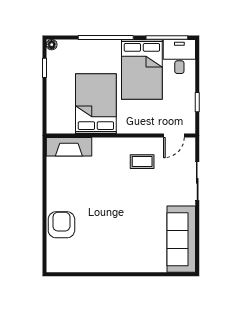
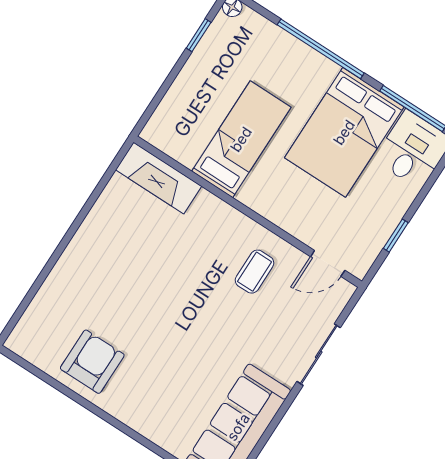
bed: (96, 104) -> (241, 139), width x0.67
coffee table: (142, 162) -> (255, 272), turned 90
armchair: (61, 225) -> (92, 362), moved

